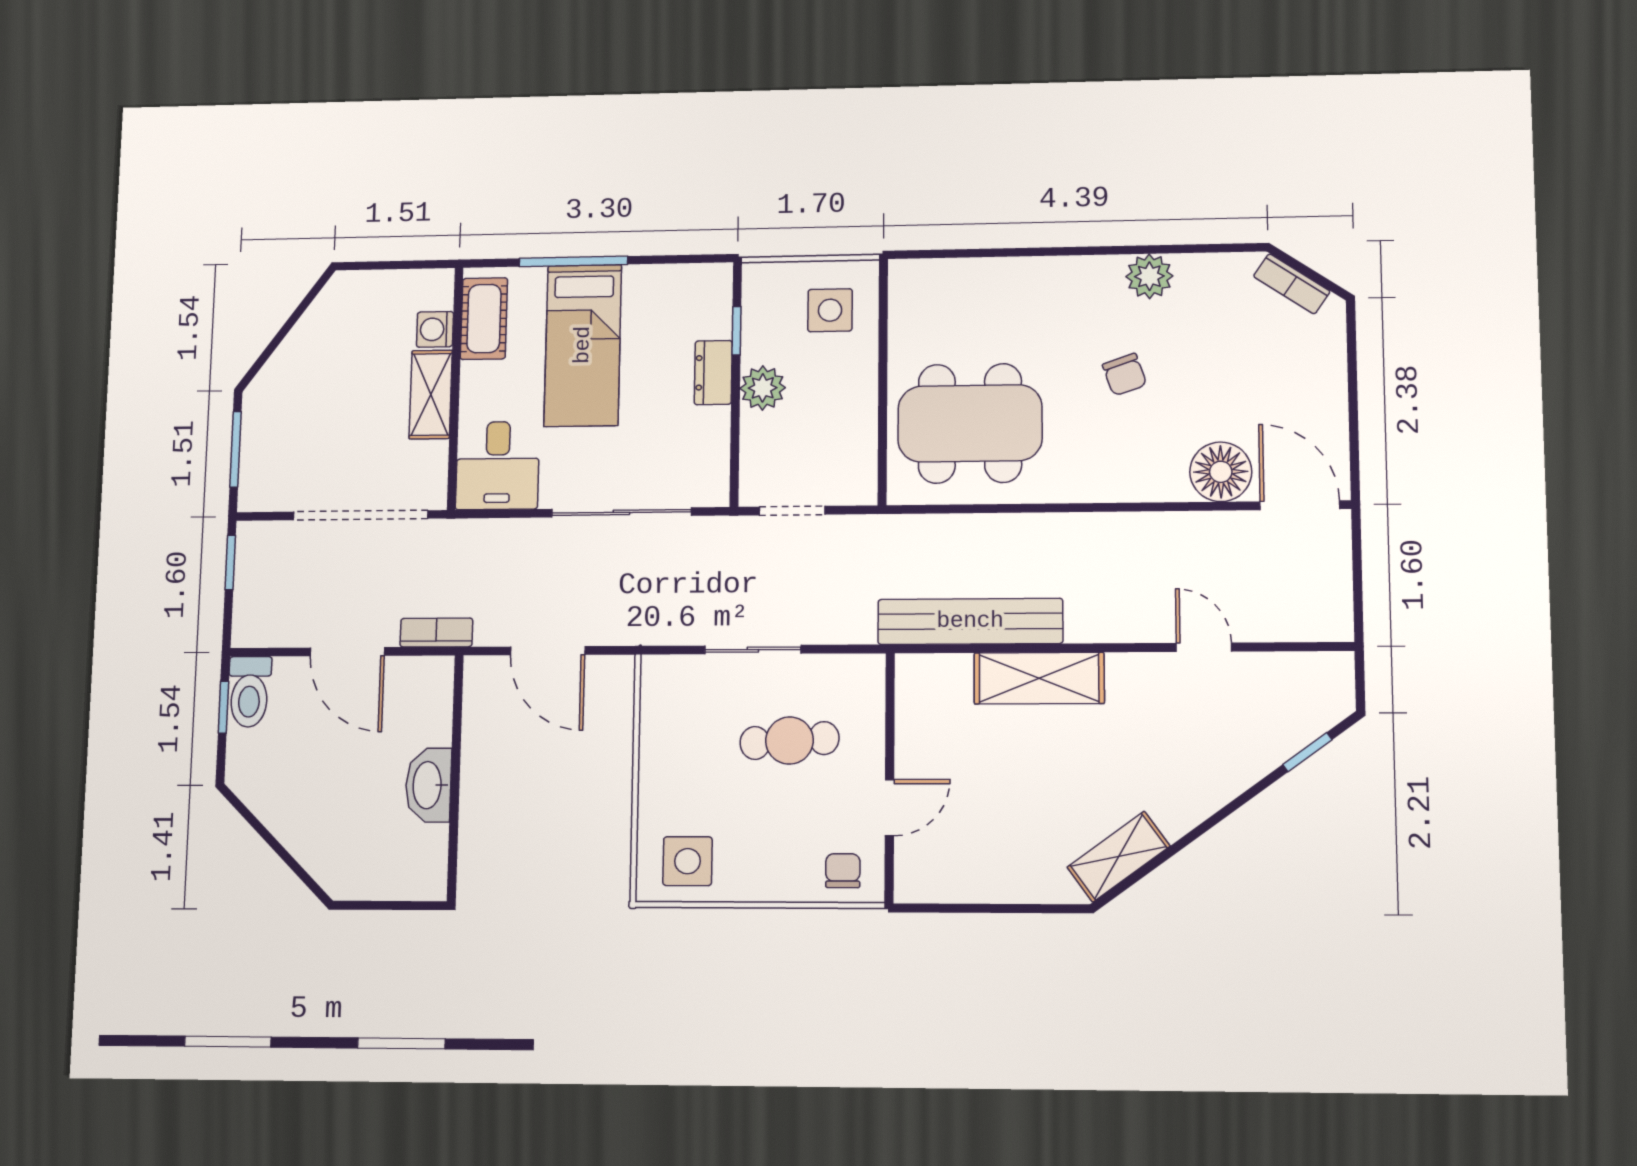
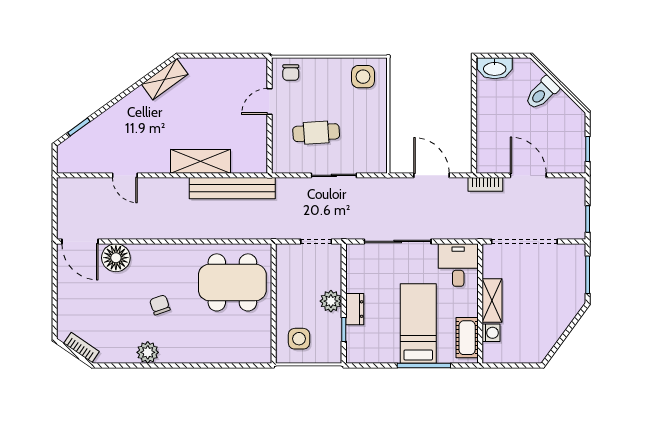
toilet: (249, 692) -> (542, 93), moved, turned -135
washbasin: (428, 785) -> (495, 68), moved, turned 90

